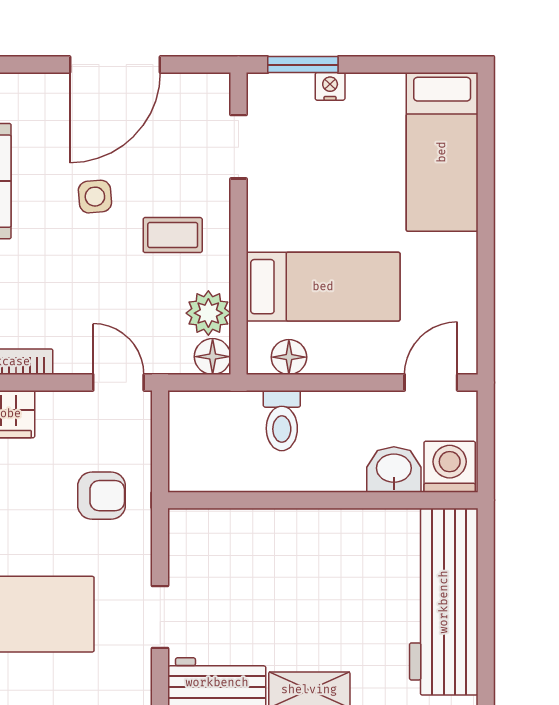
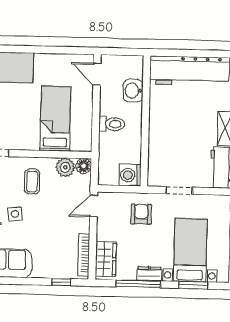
floor lamp: (289, 357) -> (85, 134), removed
toilet: (282, 421) -> (112, 124), moved
washing machine: (450, 467) -> (130, 175), moved
doorway: (160, 617) -> (179, 190), moved

